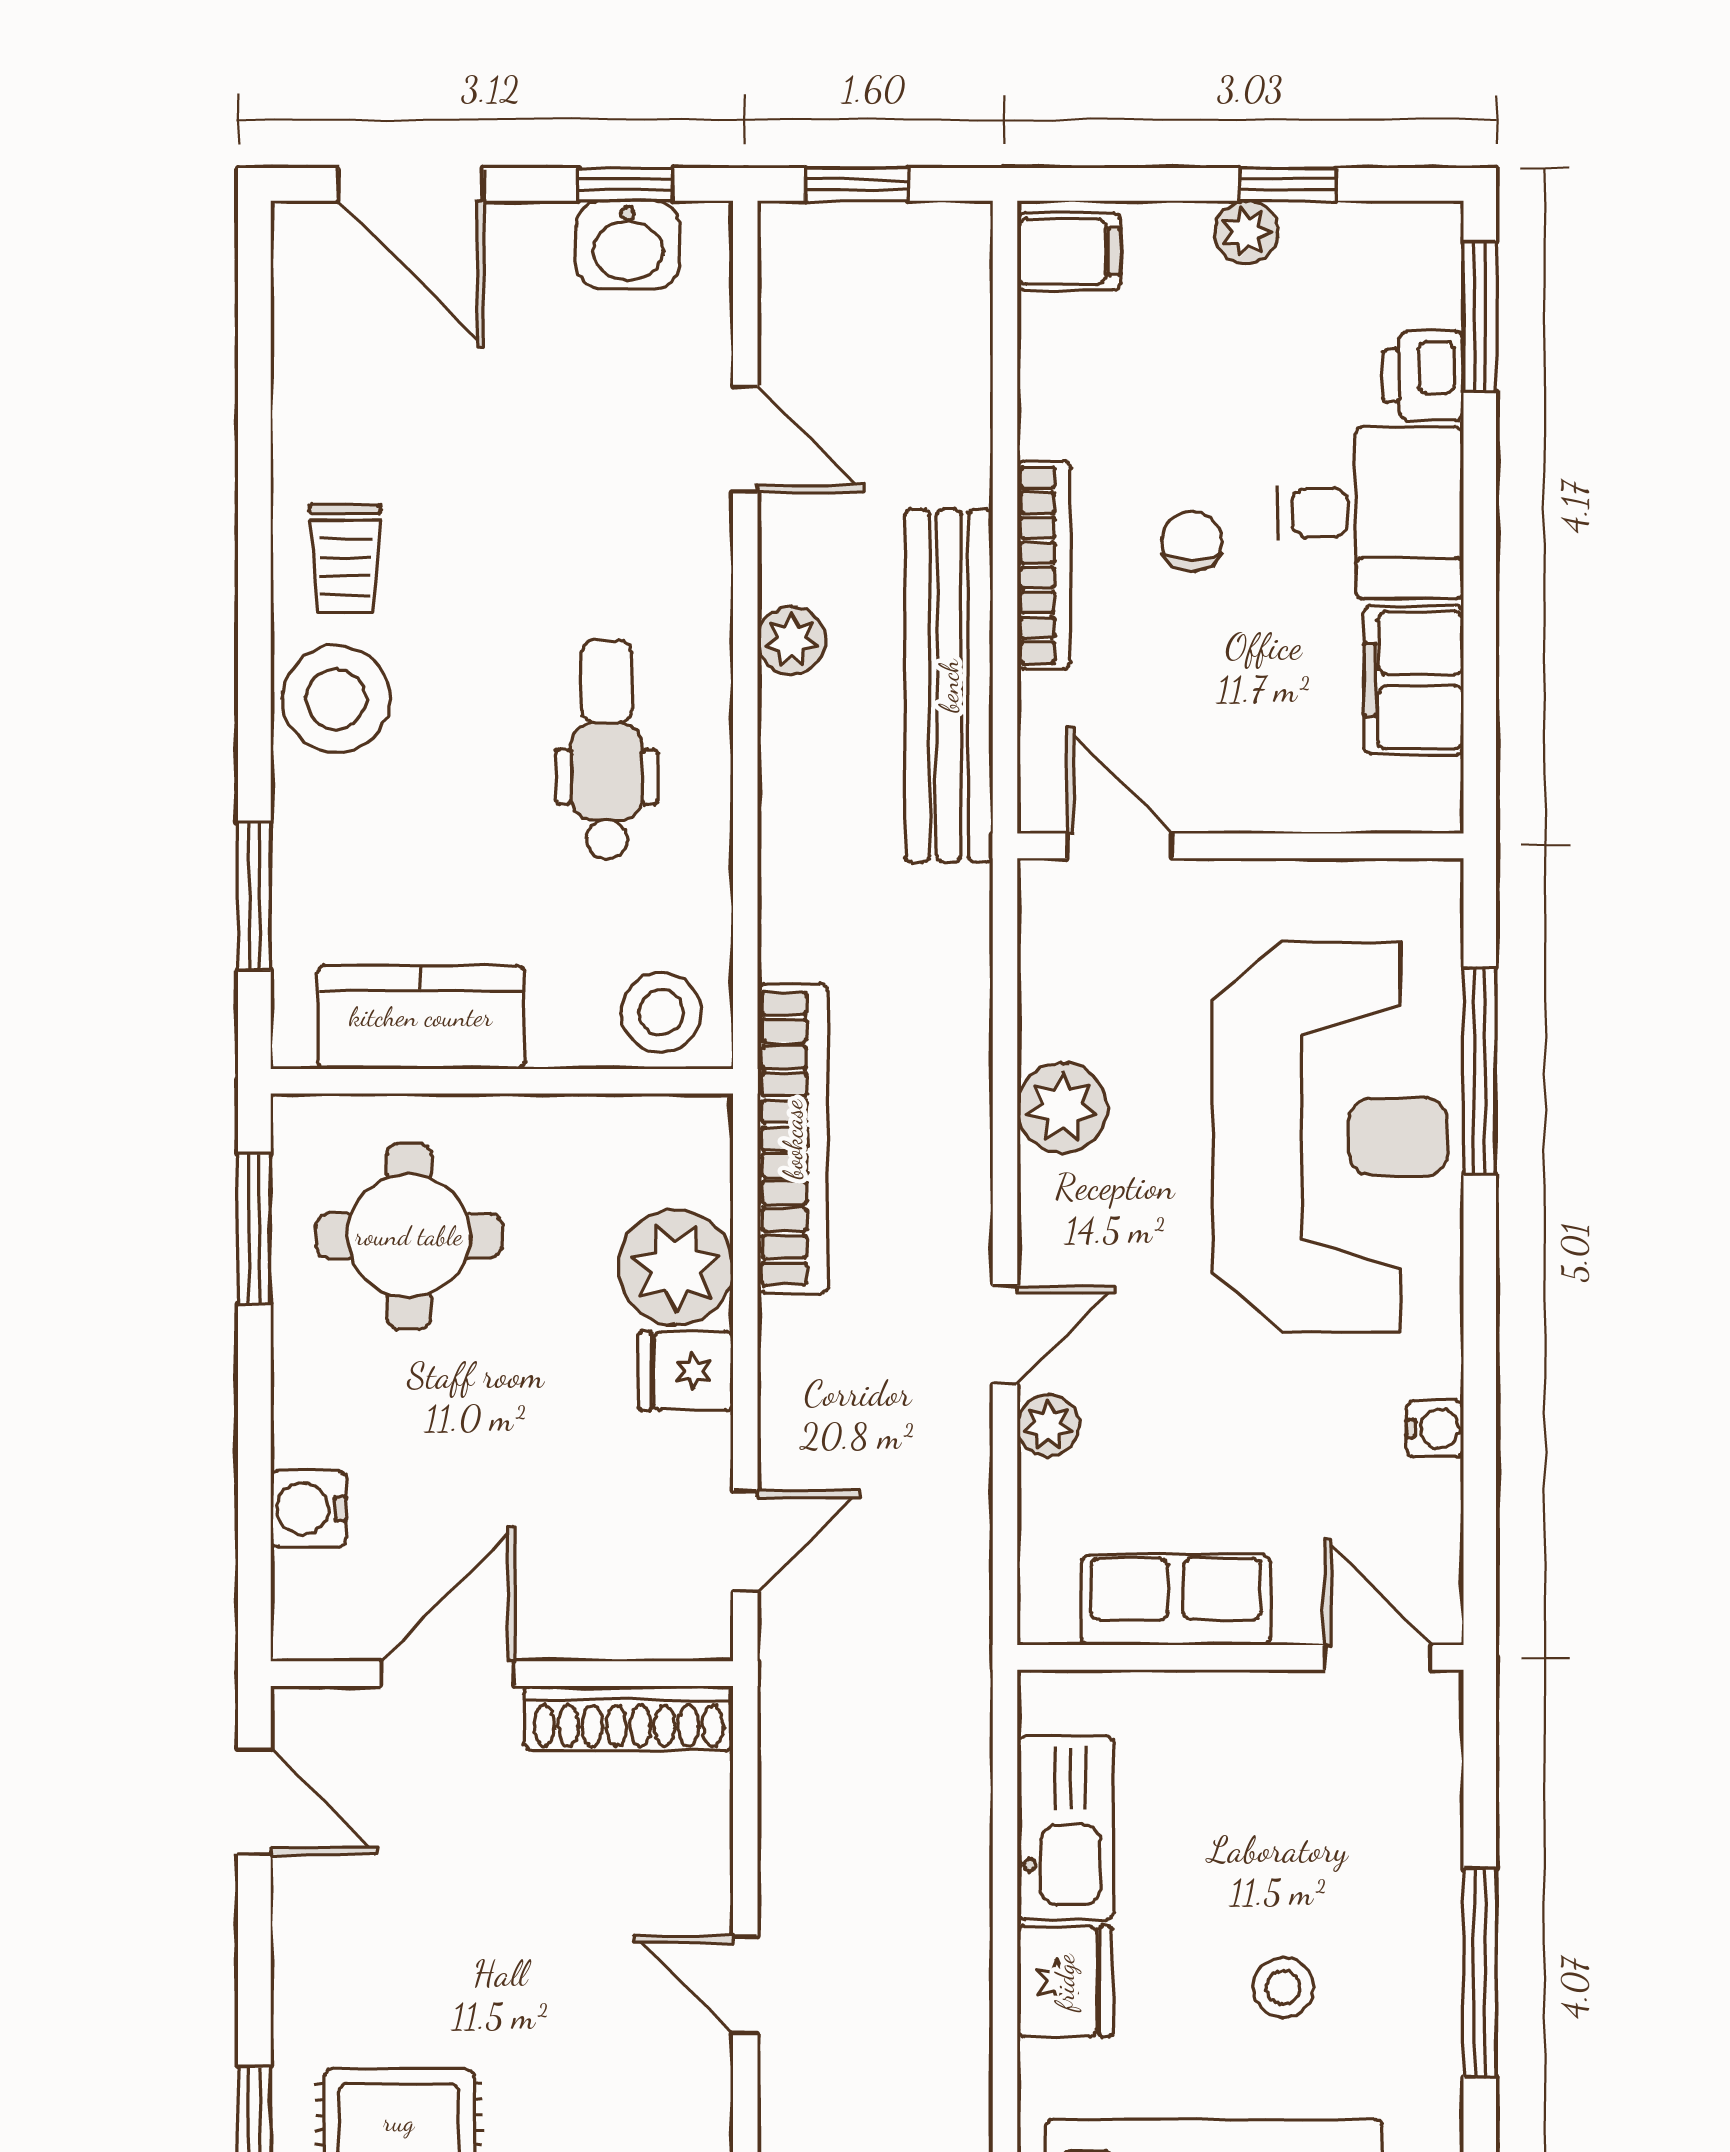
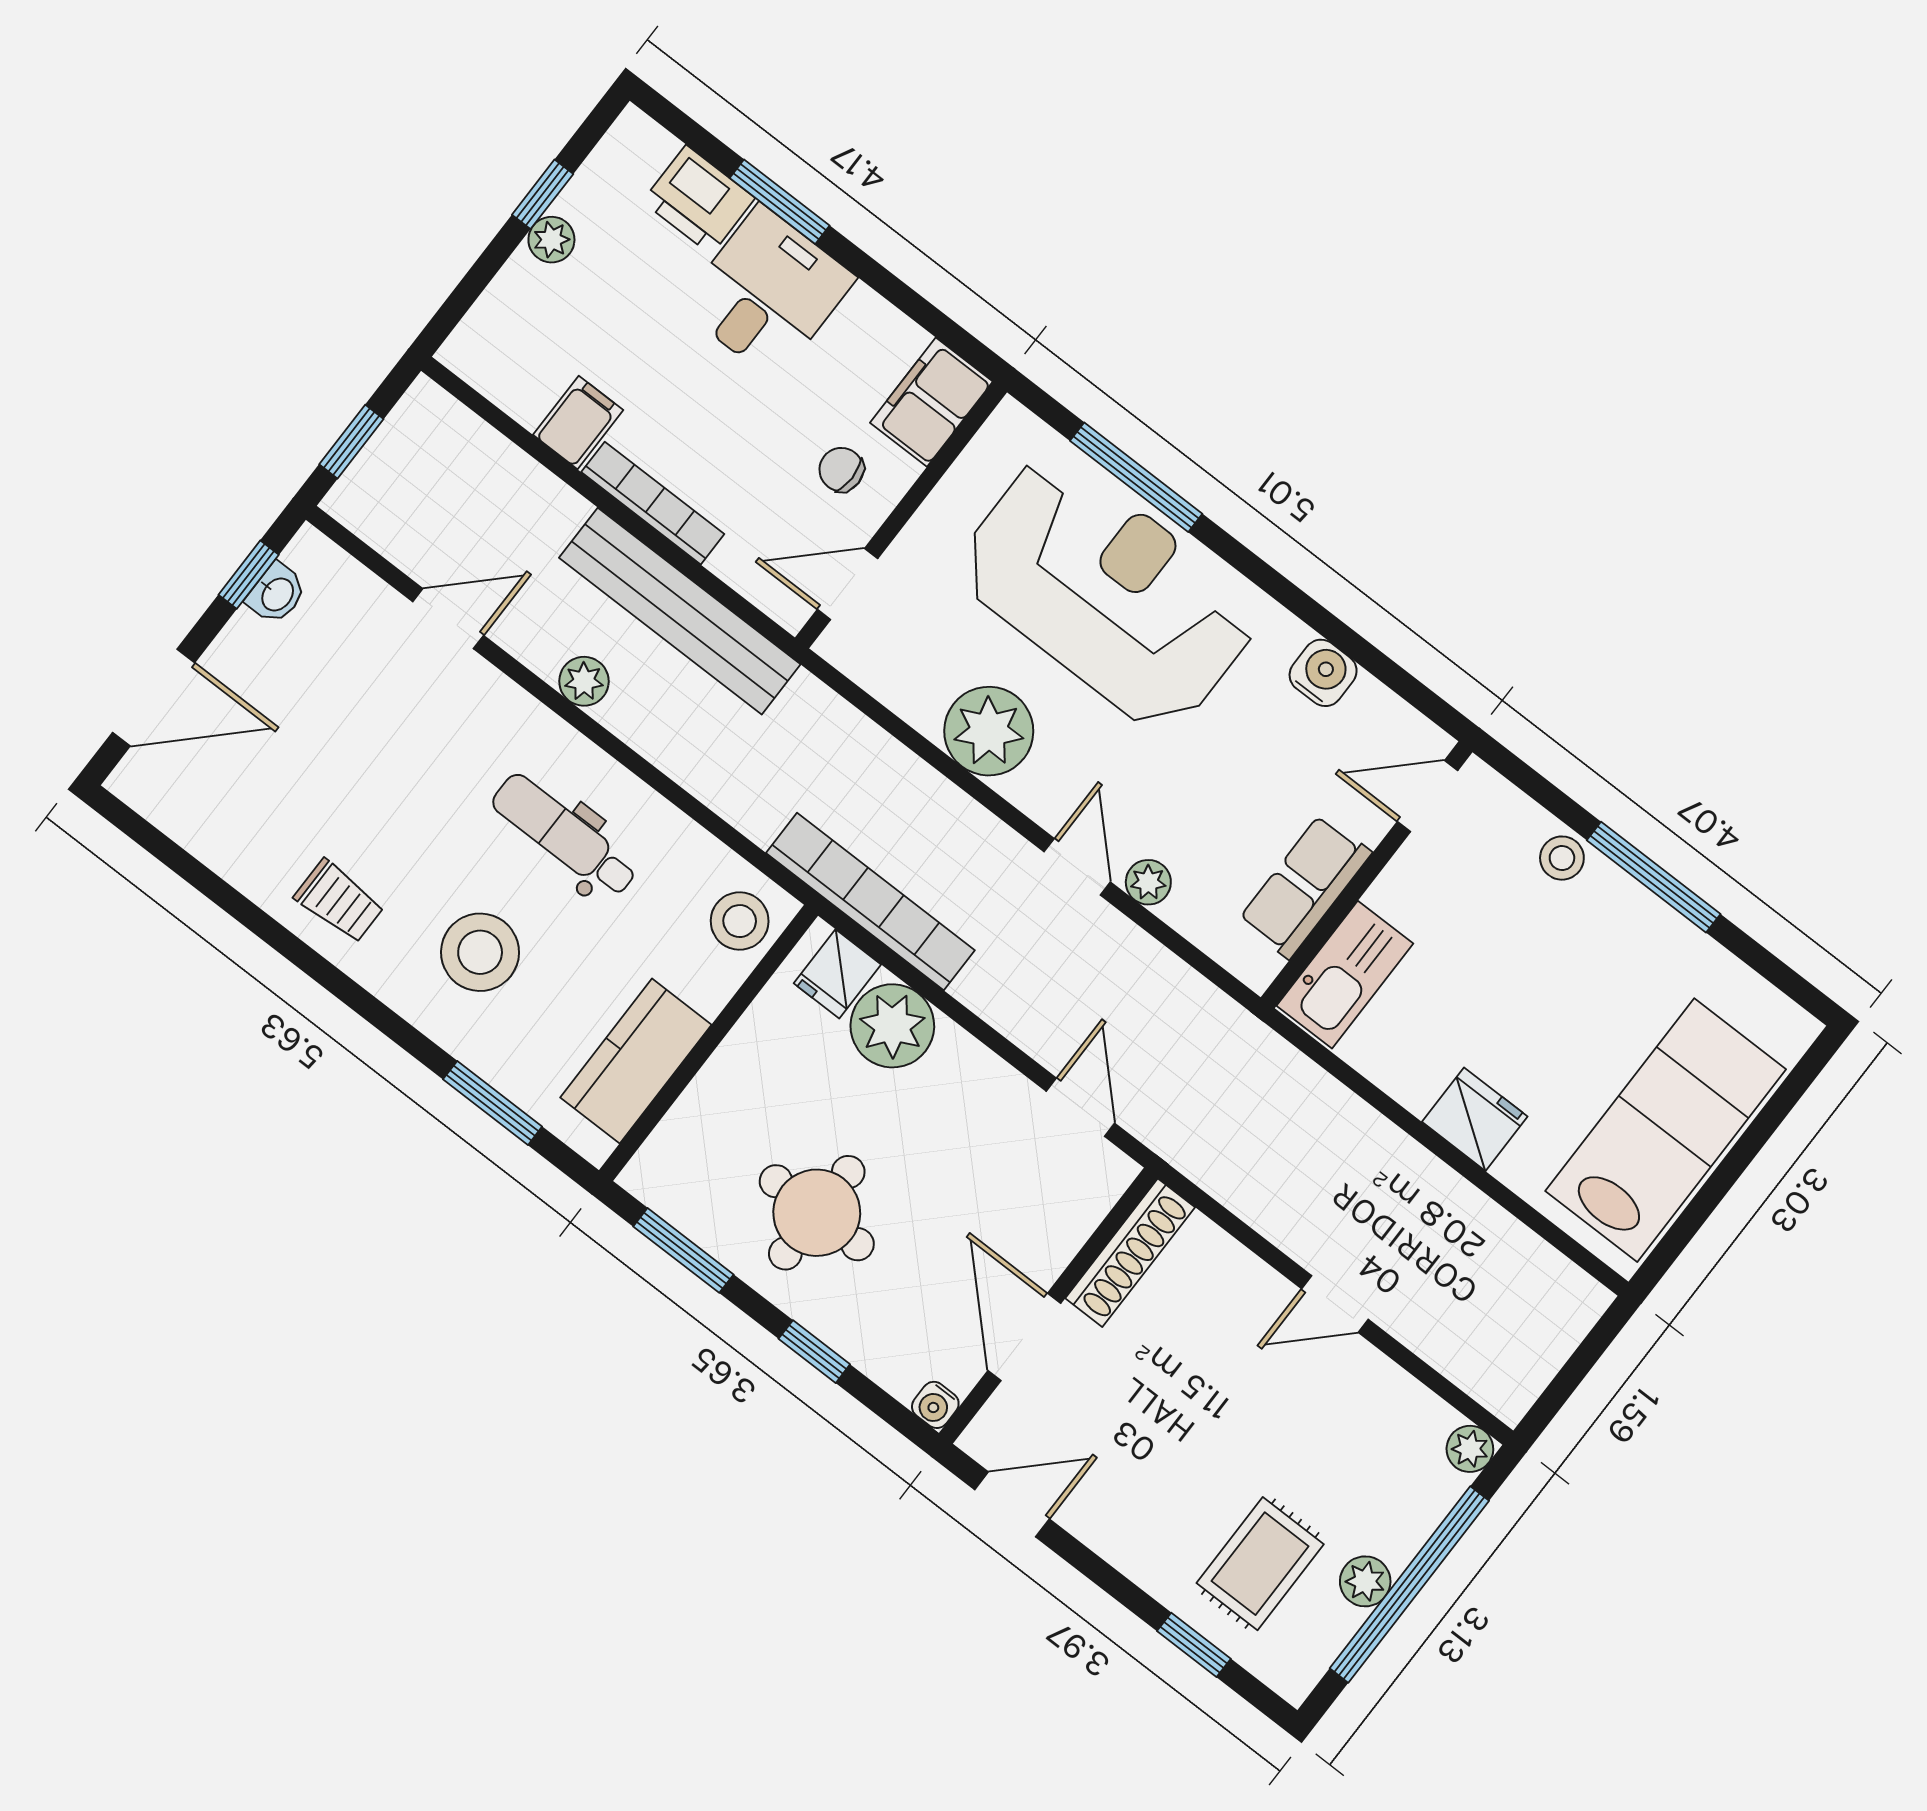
washbasin: (628, 245) -> (277, 594), width x0.72, depth x0.69
filing cabinet: (1069, 251) -> (578, 422), moved
window: (1480, 317) -> (780, 202), moved
printer: (1423, 375) -> (699, 200), width x1.36, depth x1.24
chair: (1192, 541) -> (841, 470), moved
filing cabinet: (1414, 680) -> (931, 402), moved, turned 90
stool: (336, 699) -> (480, 952), moved
plant: (1062, 1108) -> (989, 731), width x1.36, depth x1.36
round table: (409, 1236) -> (817, 1213), moved
fridge: (686, 1371) -> (837, 974), moved
water cooler: (1435, 1429) -> (1323, 673), width x1.38, depth x1.38
window: (254, 1457) -> (814, 1352), added
water cooler: (309, 1509) -> (935, 1405), moved, width x0.72, depth x0.72
kitchen sink: (1066, 1828) -> (1345, 975), moved, turned 90
stool: (1283, 1987) -> (1562, 858), moved

